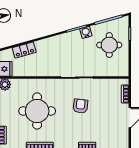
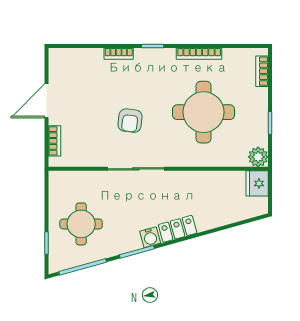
water cooler: (86, 32) -> (150, 237), moved
locker: (24, 50) -> (178, 229), moved

